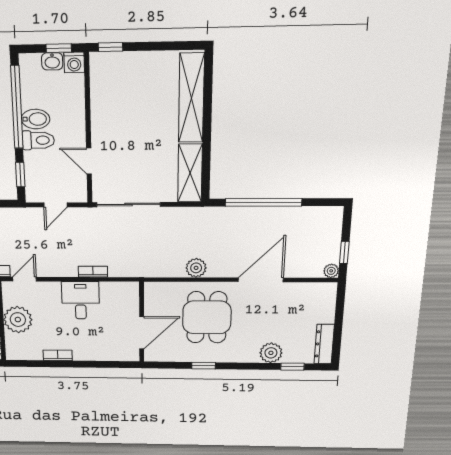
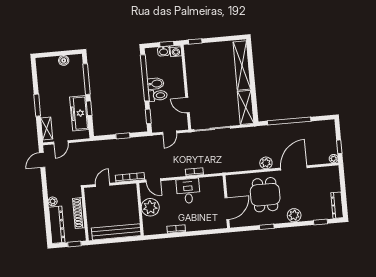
plant: (196, 268) -> (266, 163), moved
door: (24, 279) -> (153, 180), swing flipped
plant: (271, 353) -> (294, 215), moved

